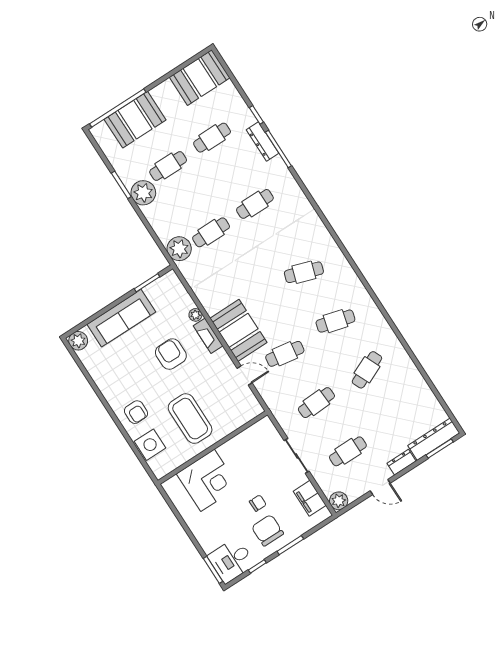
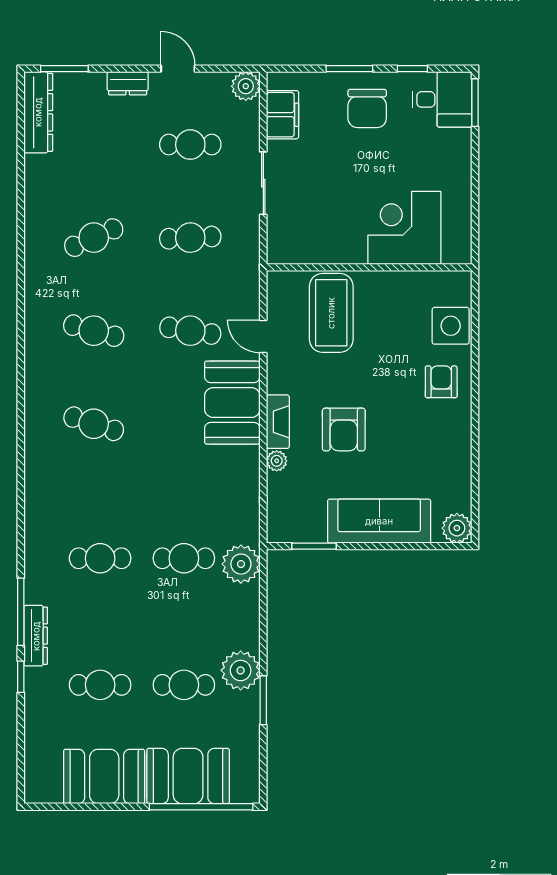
booth: (200, 77) -> (104, 776), moved
coffee table: (190, 419) -> (331, 313), moved
dresser: (434, 439) -> (38, 112), moved, turned -90
chair: (258, 503) -> (357, 153), removed

